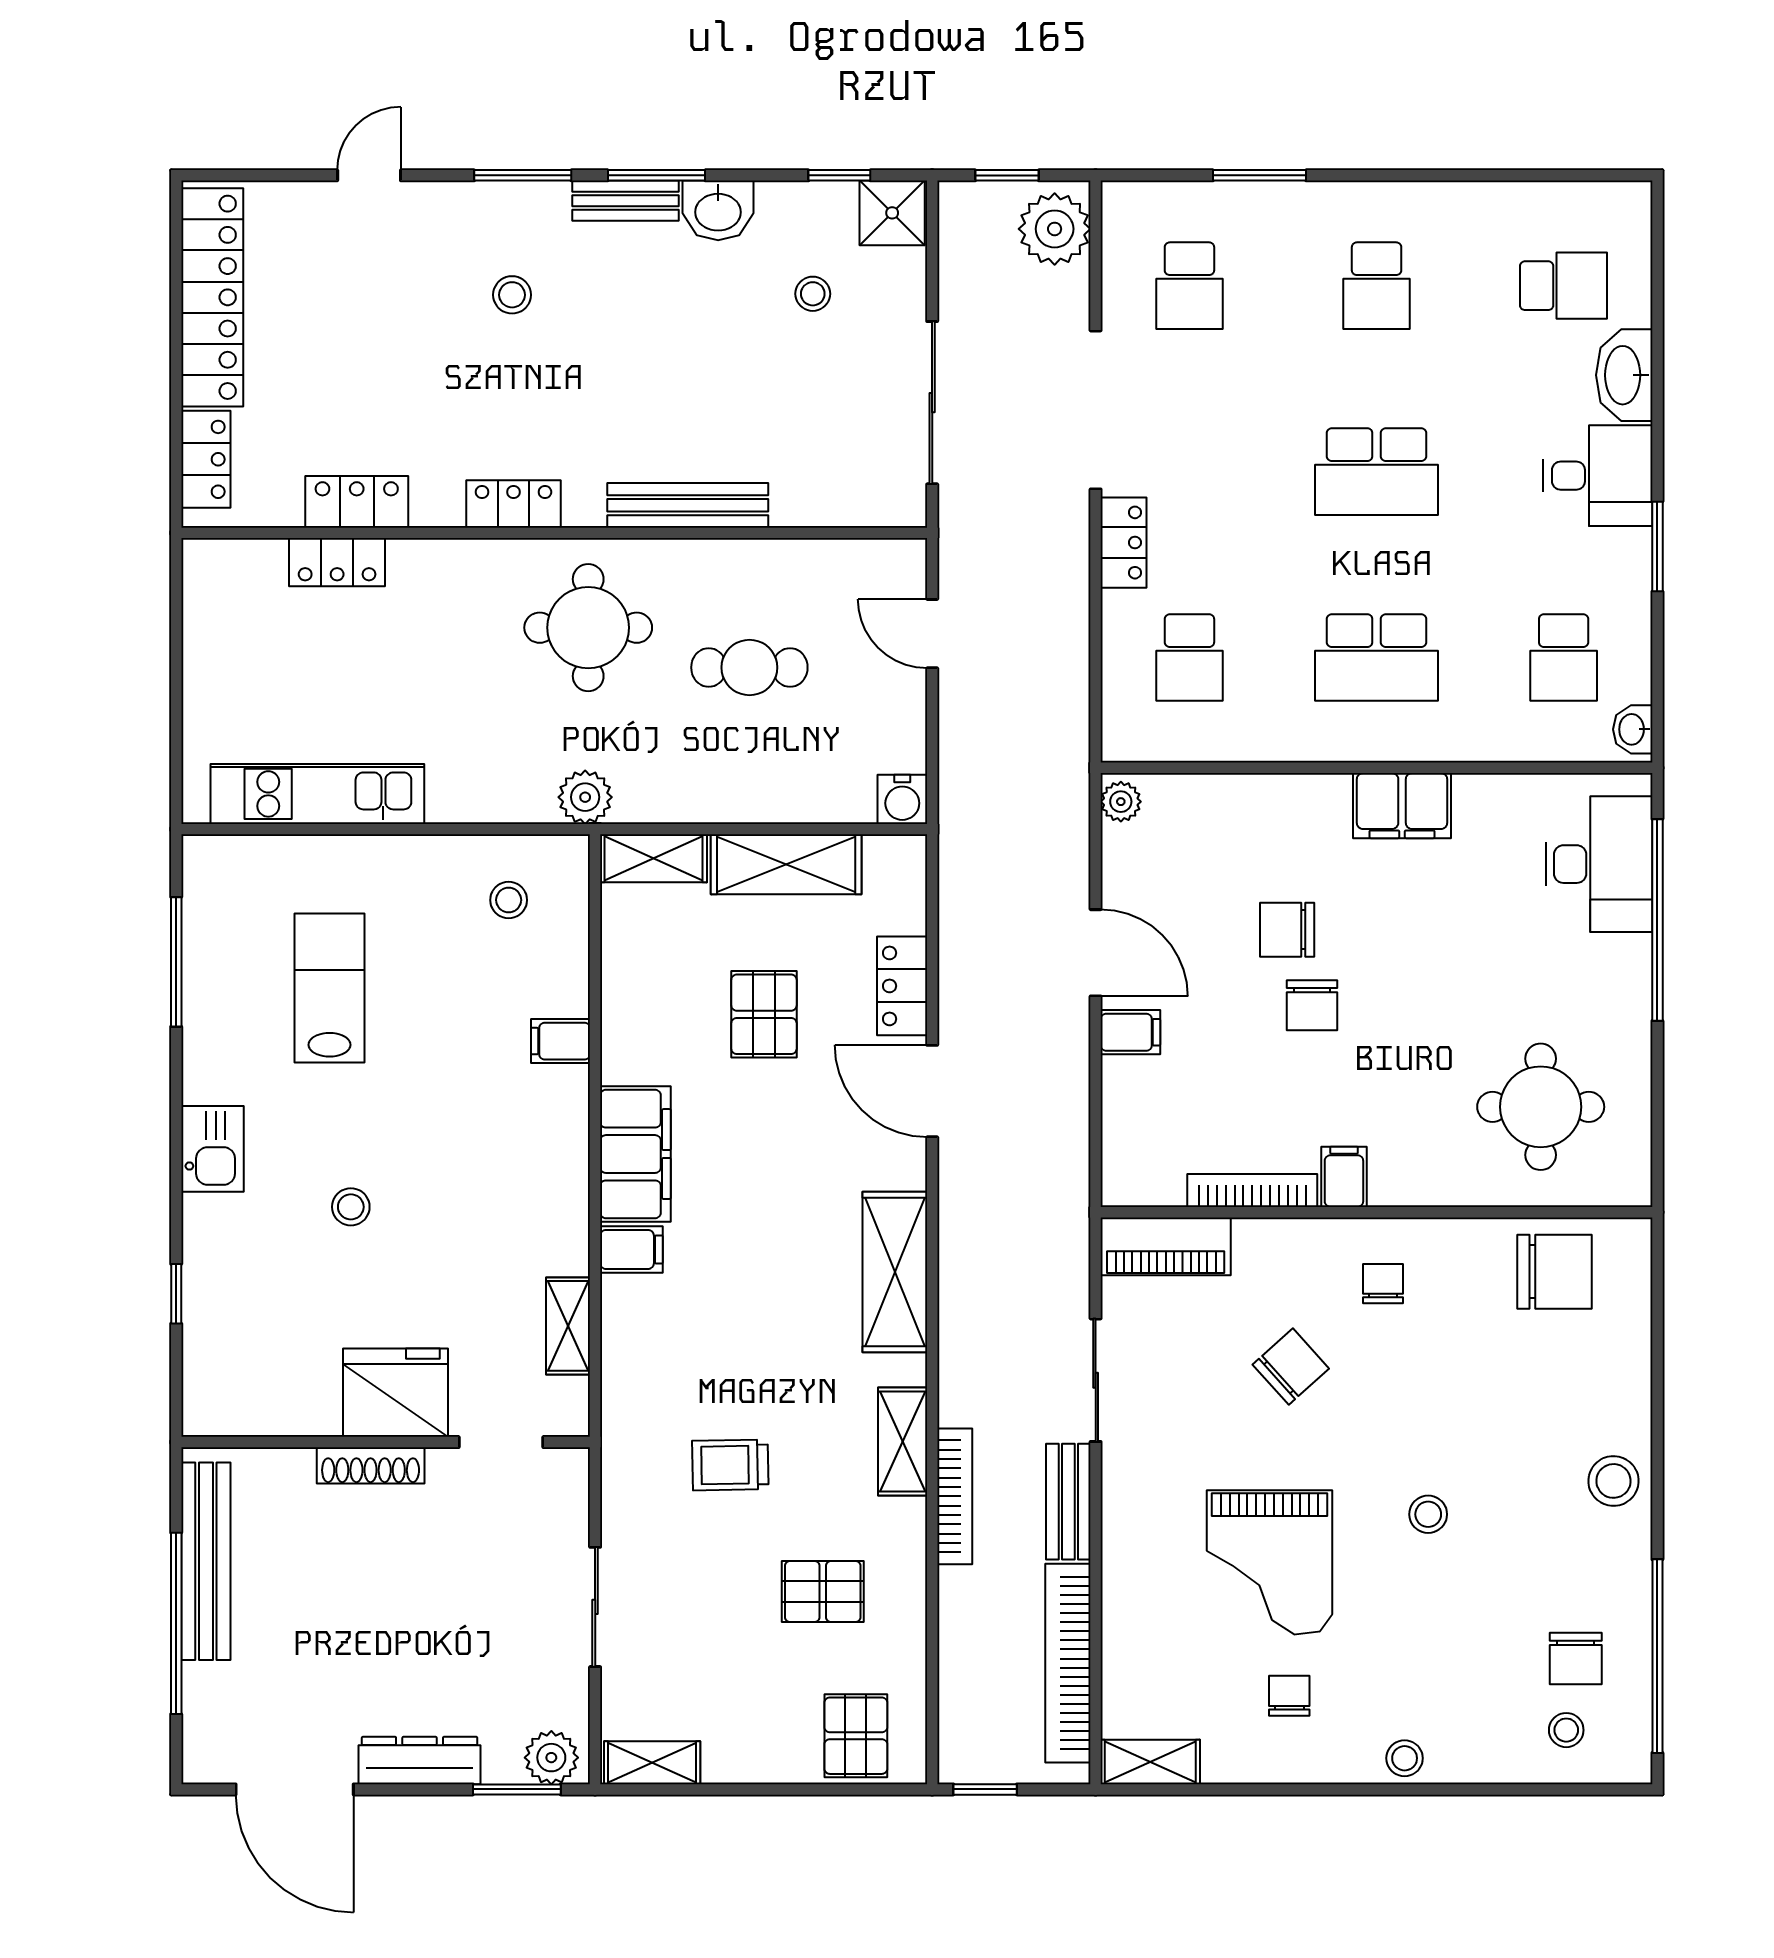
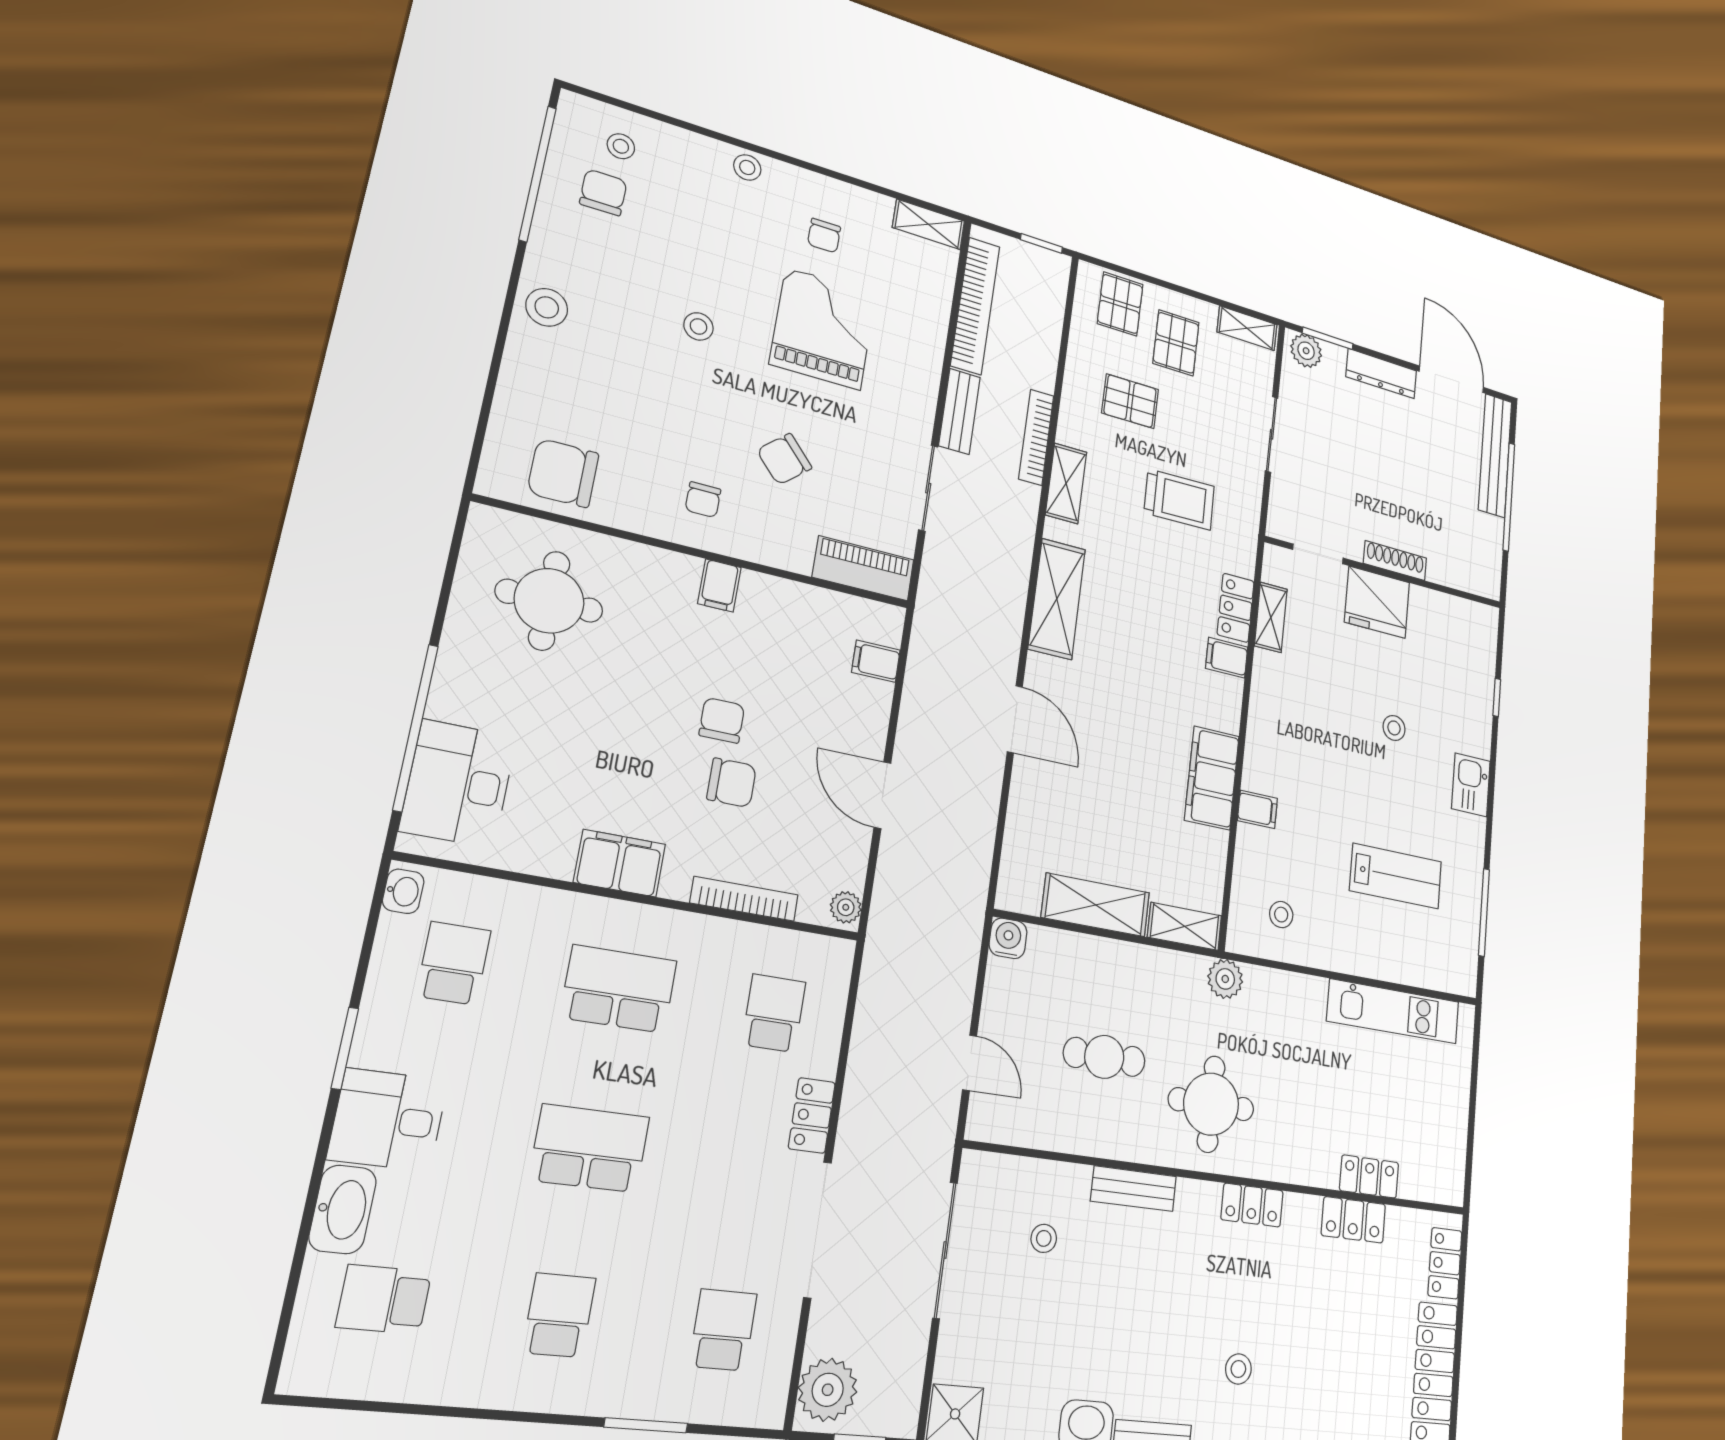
stool: (813, 294) -> (1044, 1238), moved
bench: (688, 505) -> (1134, 1189), width x0.73
locker: (902, 986) -> (1236, 608), moved, turned 180
lab bench: (330, 988) -> (1396, 876), turned -90
pallet: (764, 1014) -> (1176, 343), moved
filing cabinet: (1130, 1032) -> (876, 661), moved
filing cabinet: (635, 1154) -> (1212, 778), moved
bookcase: (1252, 1190) -> (744, 899), moved, turned 180
trolley: (730, 1465) -> (1179, 500), width x1.36, depth x1.39
bench: (206, 1561) -> (1495, 455), moved

